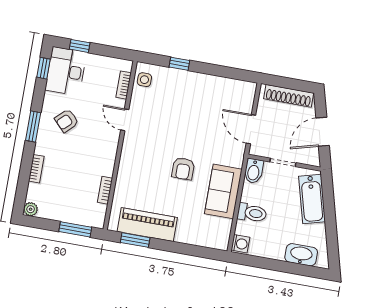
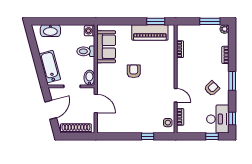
sofa: (223, 191) -> (106, 47), moved
window: (75, 229) -> (210, 21), moved

